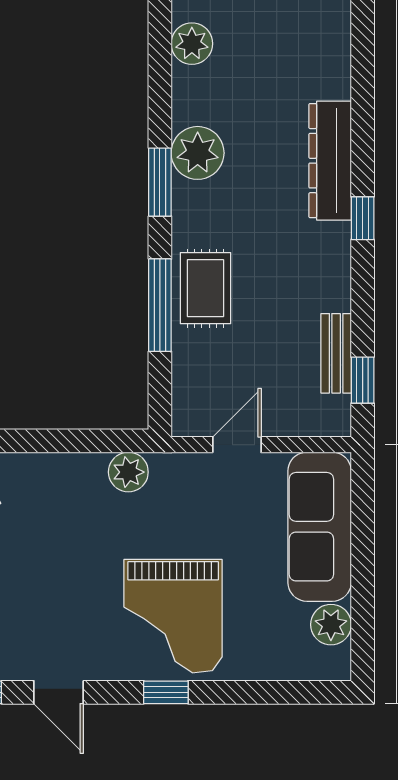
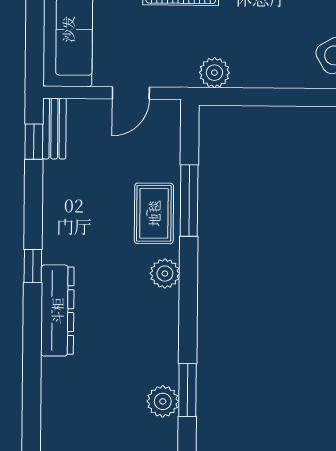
plant: (198, 153) -> (165, 274), moved, width x0.73, depth x0.73
window: (160, 182) -> (187, 390), moved
bench: (336, 353) -> (54, 129), moved

